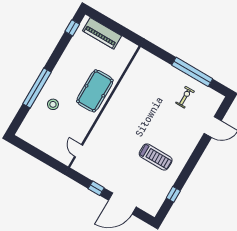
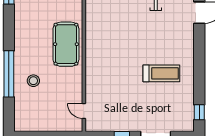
window: (173, 194) -> (199, 112), moved

